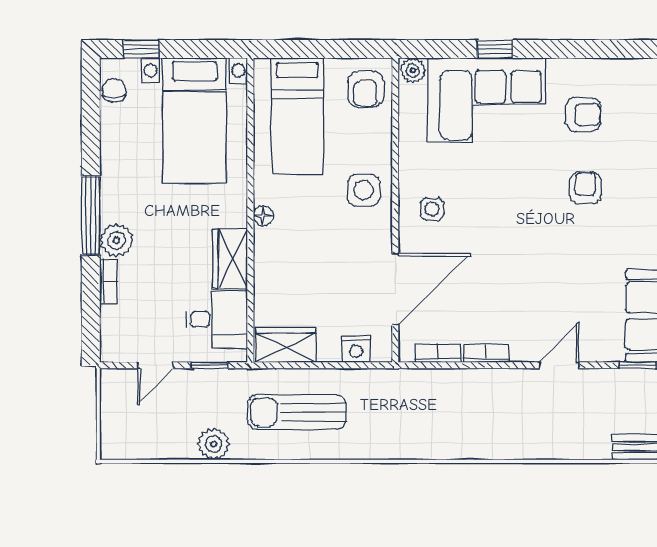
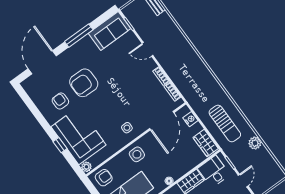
armchair: (585, 188) -> (84, 83), width x1.88, depth x1.88
door: (395, 289) -> (162, 121), swing flipped
door: (155, 365) -> (243, 181), hinge flipped

